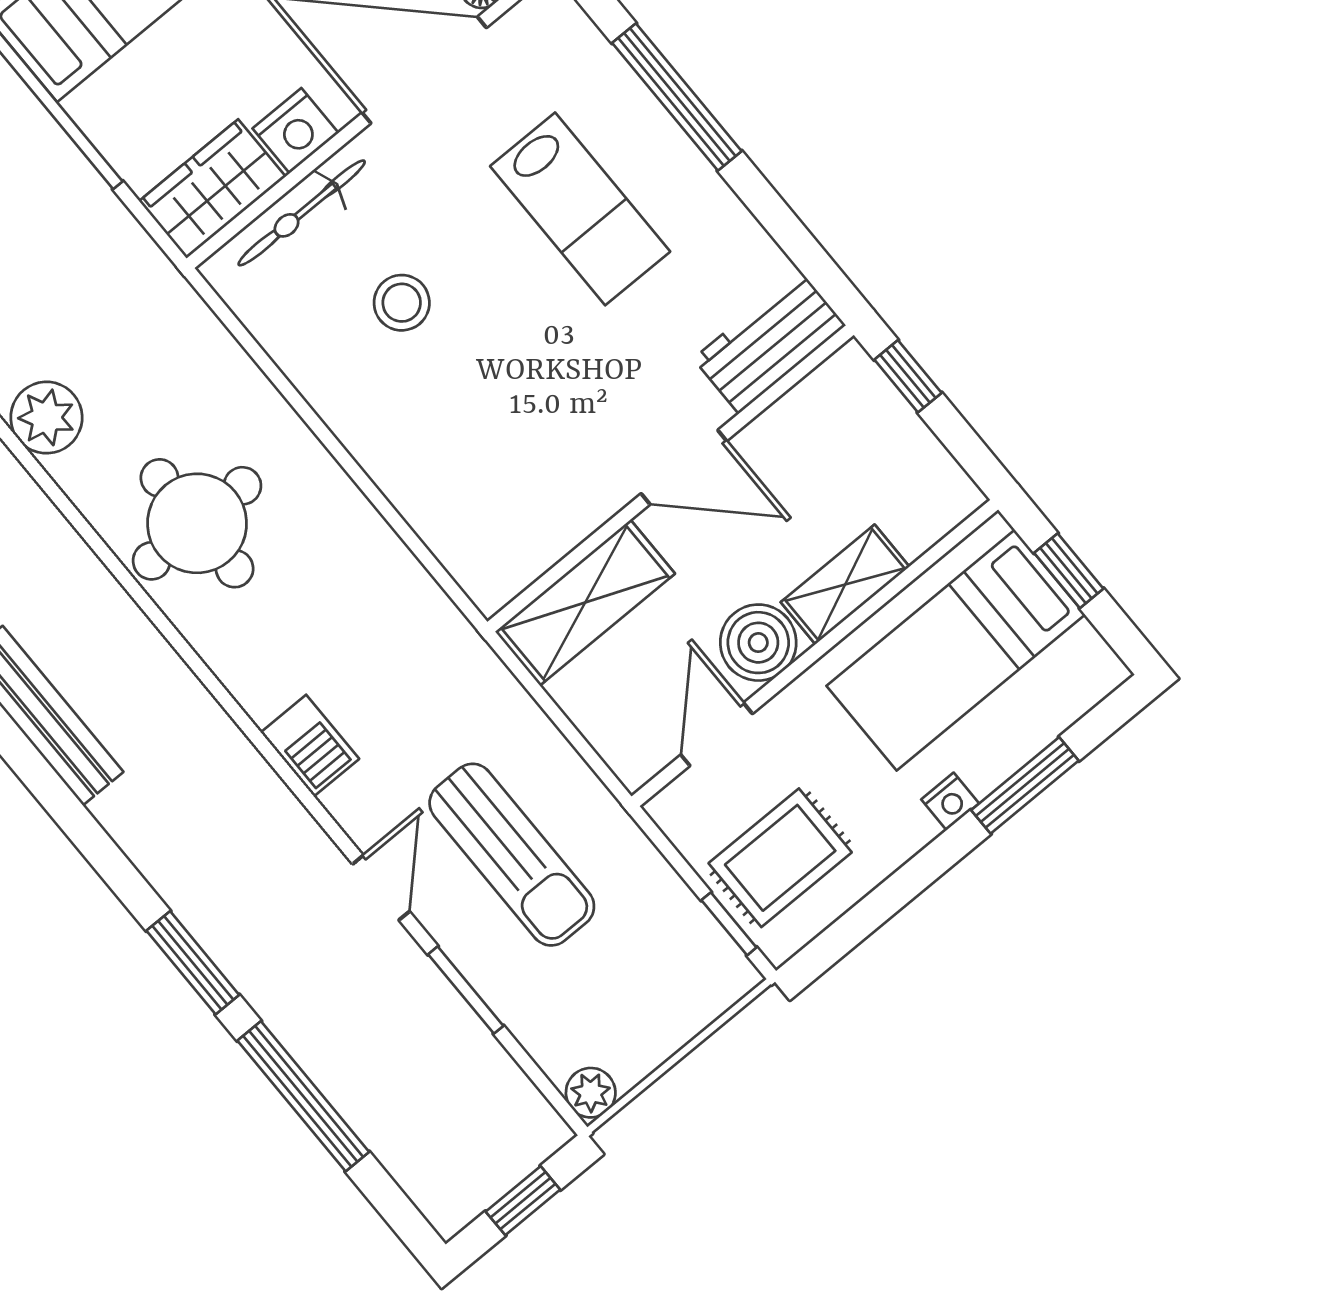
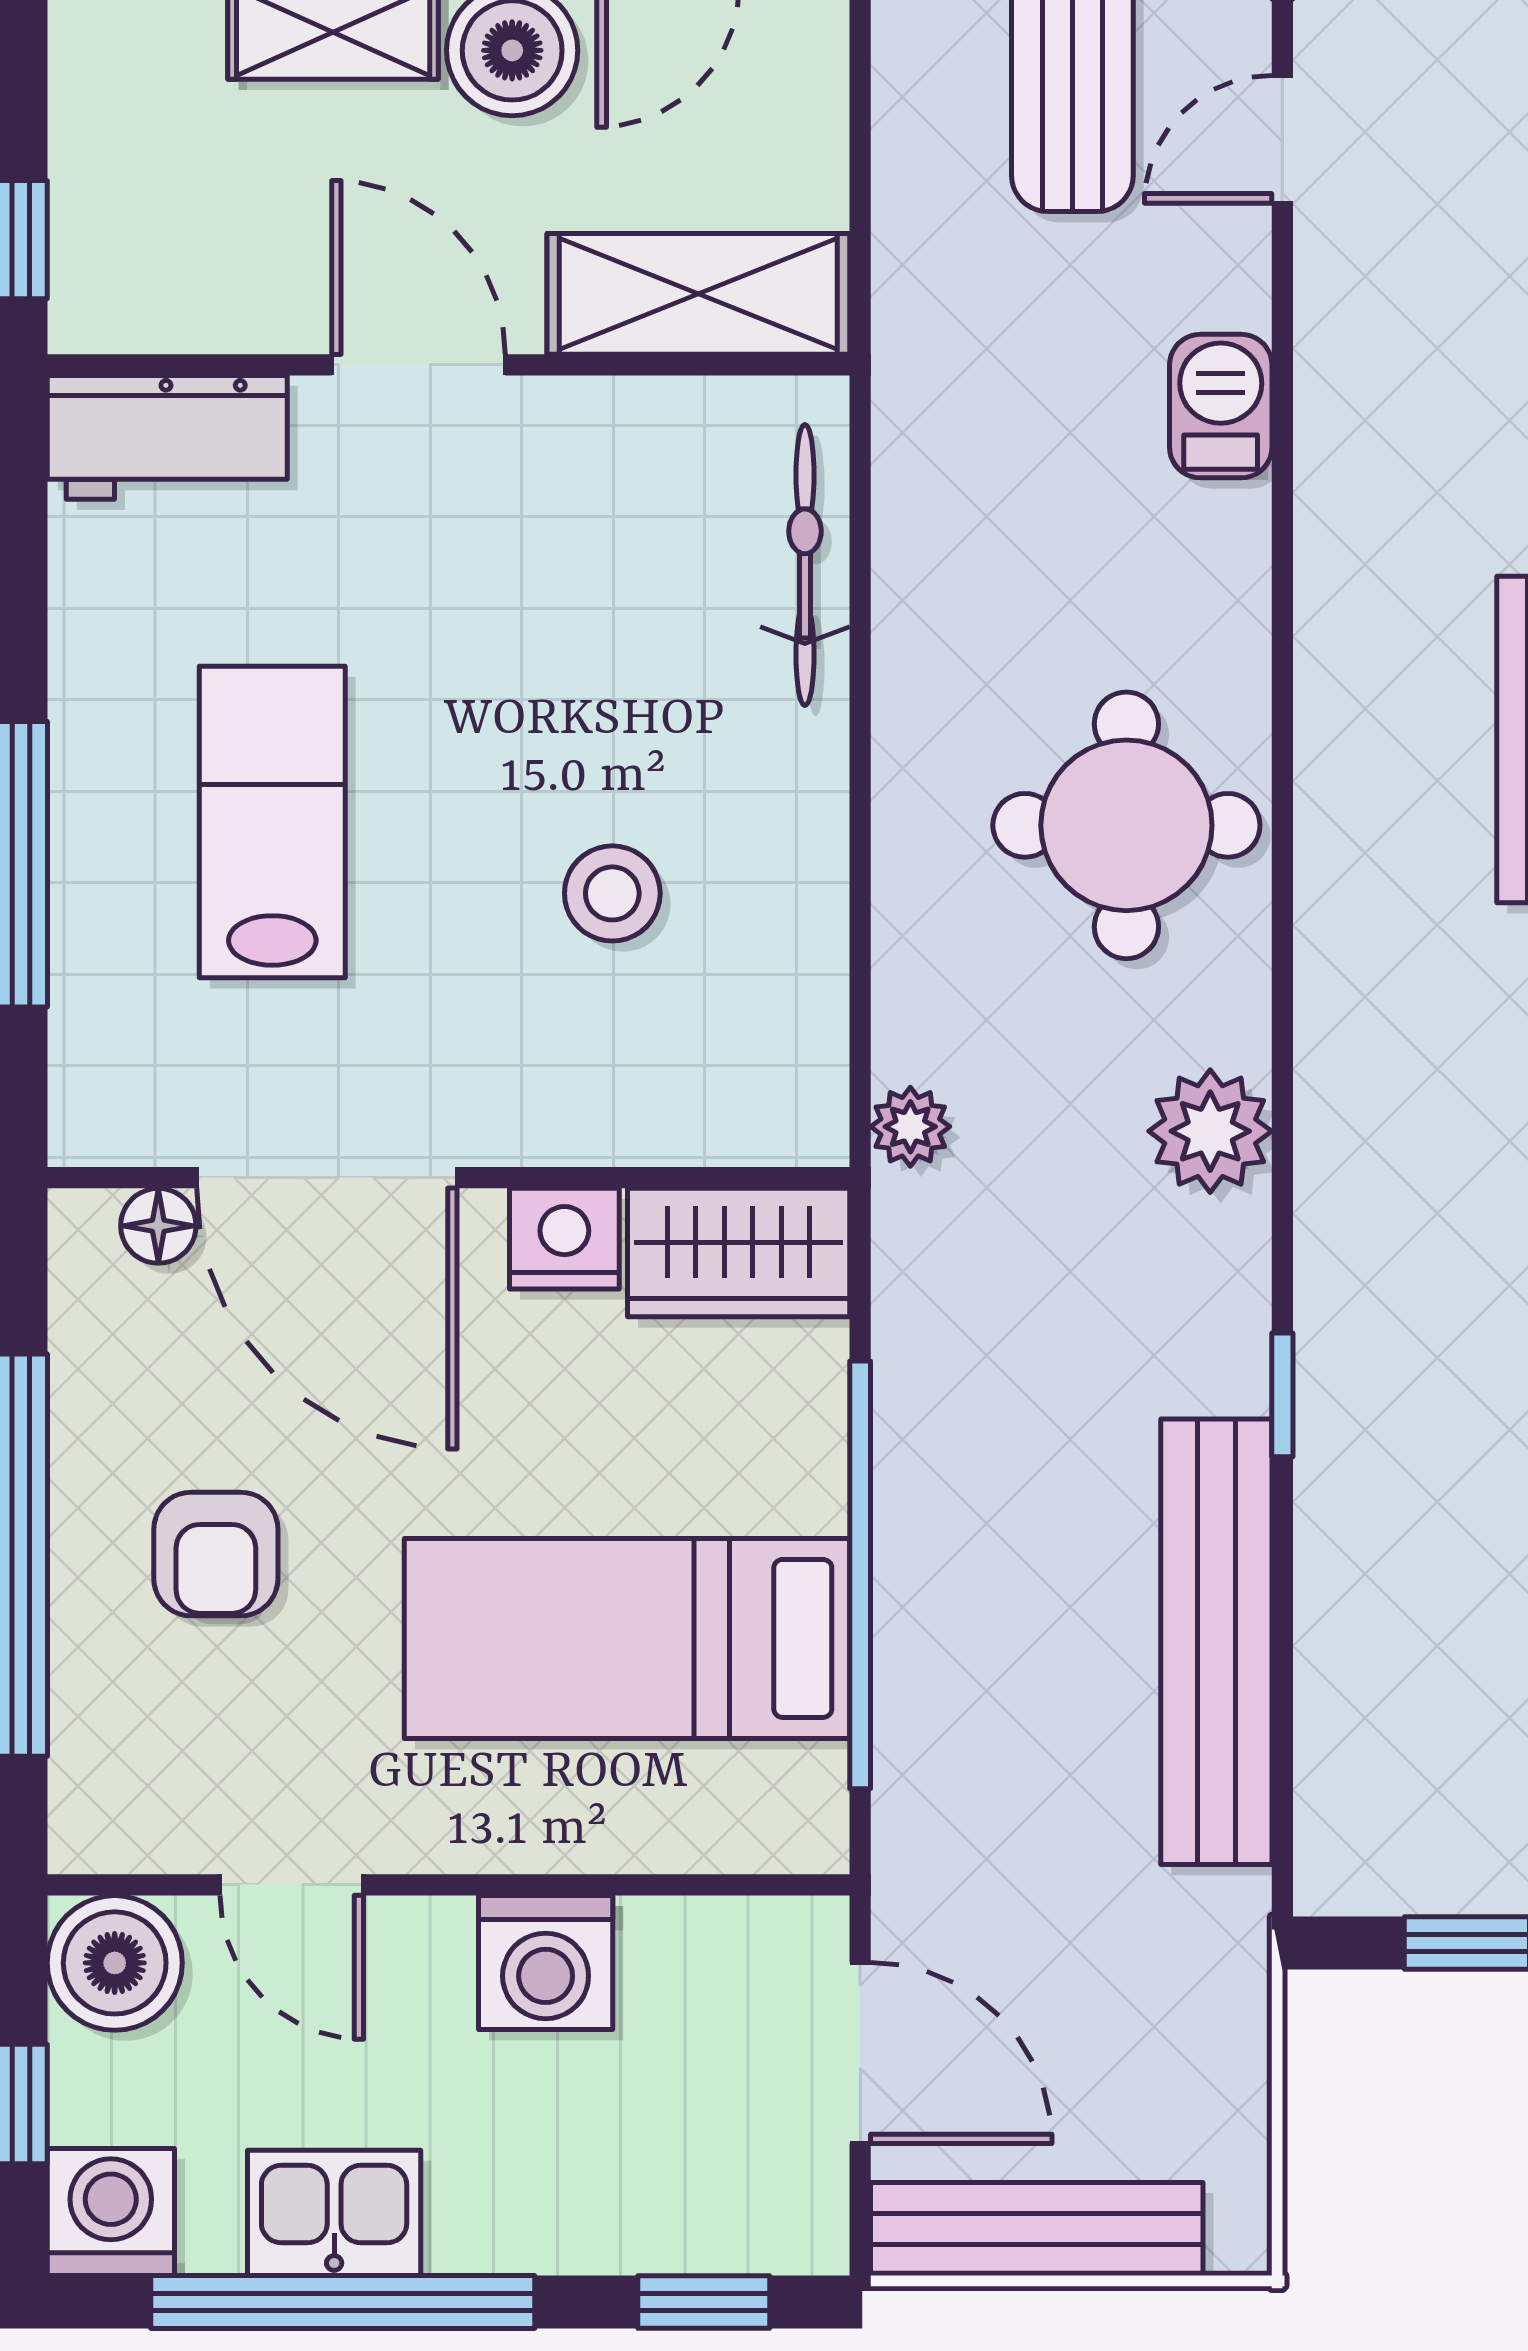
bicycle: (302, 213) -> (805, 565), moved, turned -90
plant: (182, 309) -> (910, 1127), added

